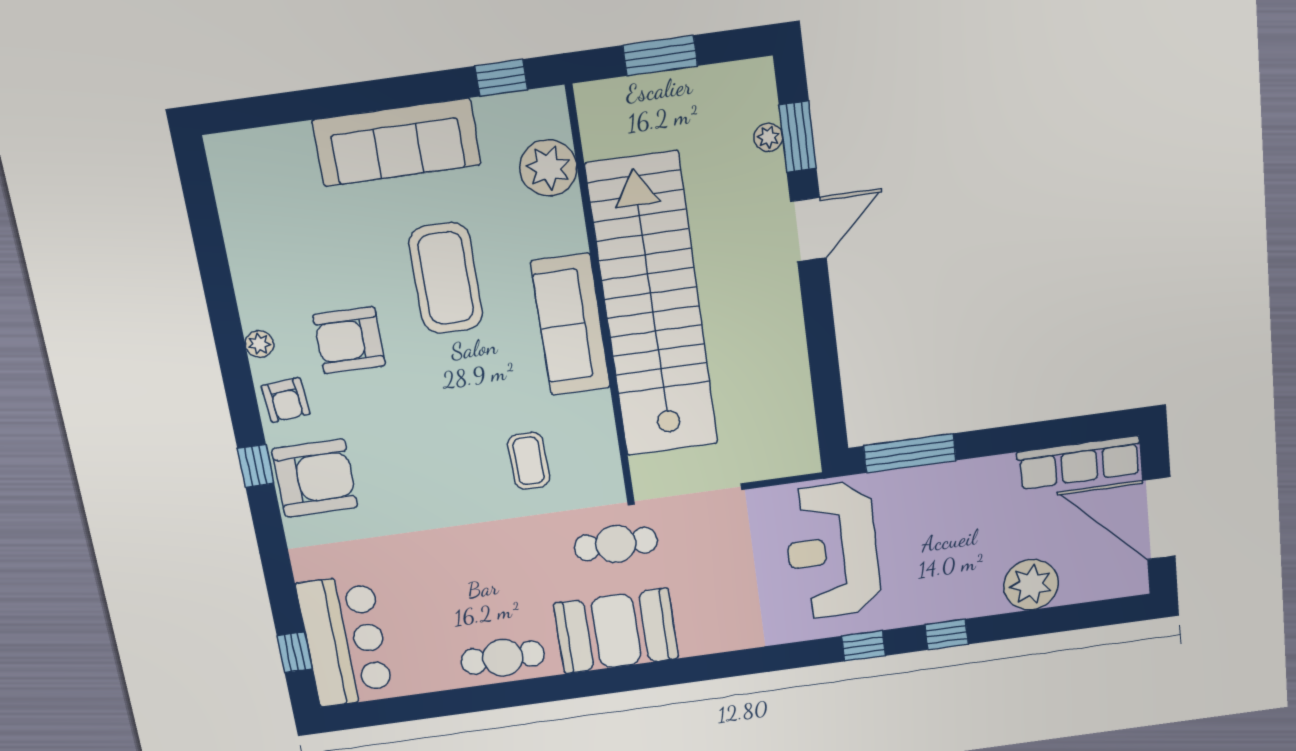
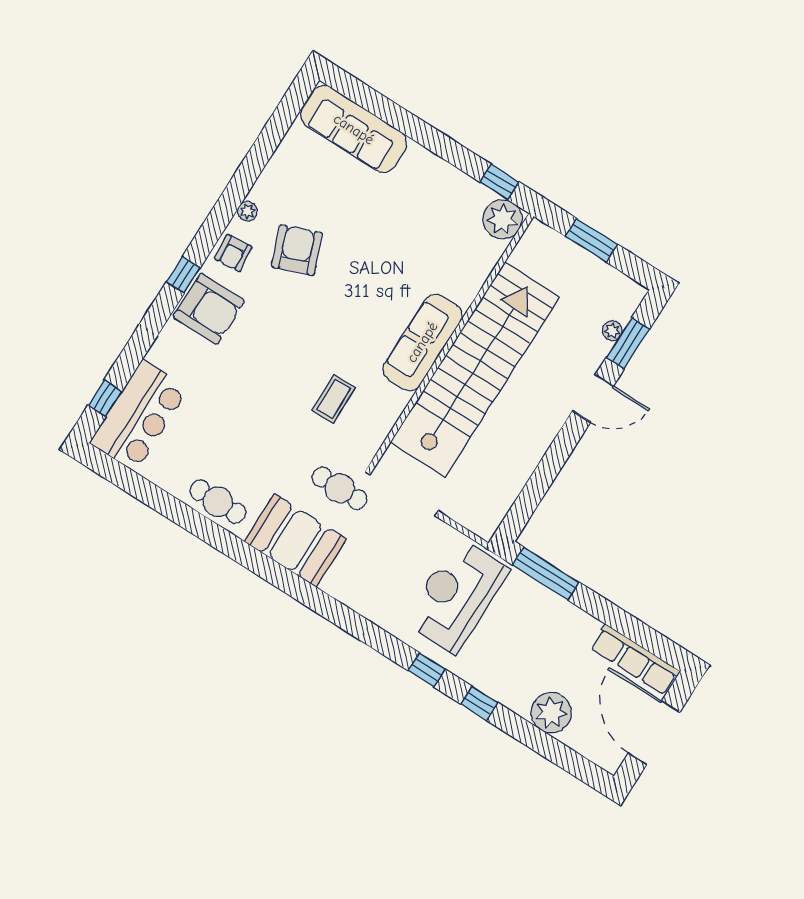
sofa: (397, 142) -> (354, 129), moved
plant: (548, 168) -> (502, 219), moved
coffee table: (446, 278) -> (378, 261), removed
armchair: (349, 340) -> (297, 250), turned 69

